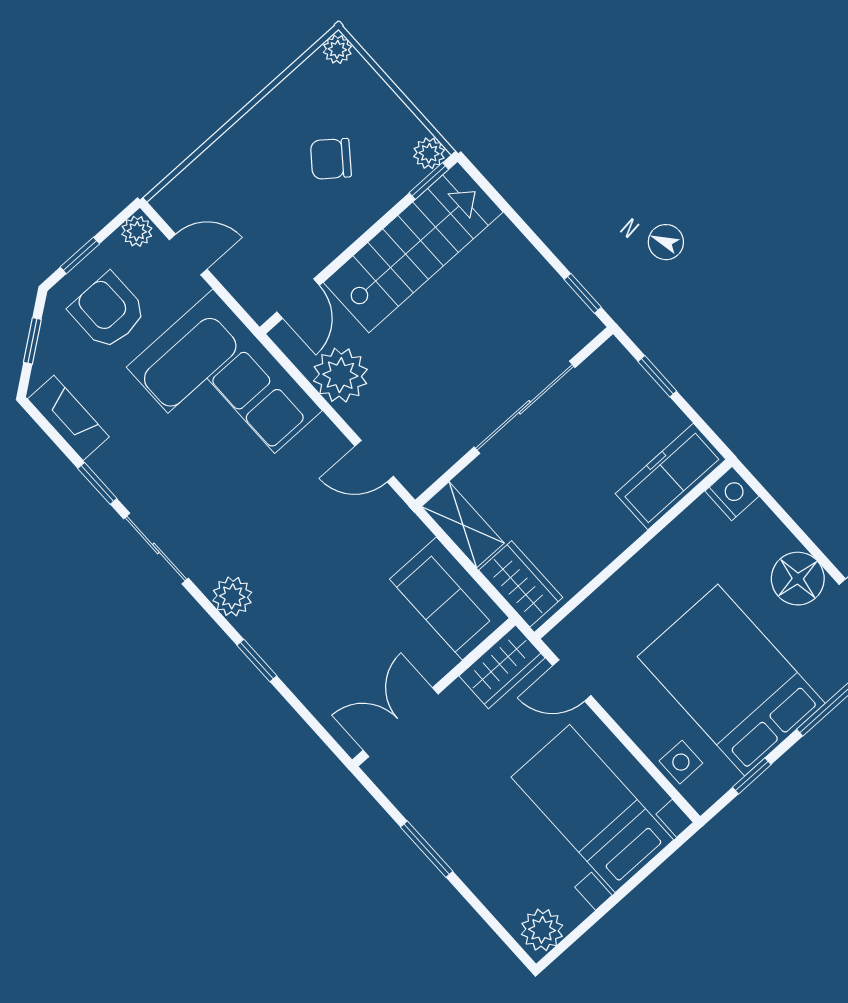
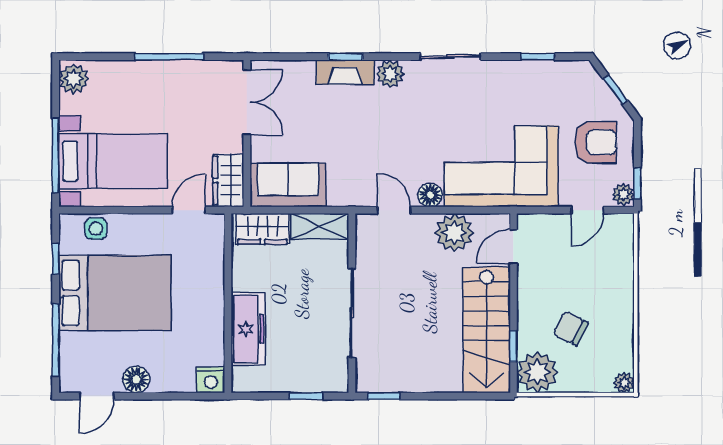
plant: (429, 153) -> (537, 372), width x1.88, depth x1.88
chair: (331, 159) -> (571, 328), turned -102
window: (429, 181) -> (513, 346), moved
window: (80, 255) -> (637, 184), moved
door: (298, 299) -> (513, 246), hinge flipped
fireplace: (68, 418) -> (345, 72), moved
floor lamp: (323, 437) -> (430, 195), added
door: (374, 461) -> (394, 210), hinge flipped
freezer: (671, 476) -> (248, 329), moved
window: (97, 483) -> (538, 57), moved
floor lamp: (798, 579) -> (136, 379), width x0.73, depth x0.73
window: (427, 849) -> (169, 57), width x1.44
window: (641, 876) -> (56, 155), added

